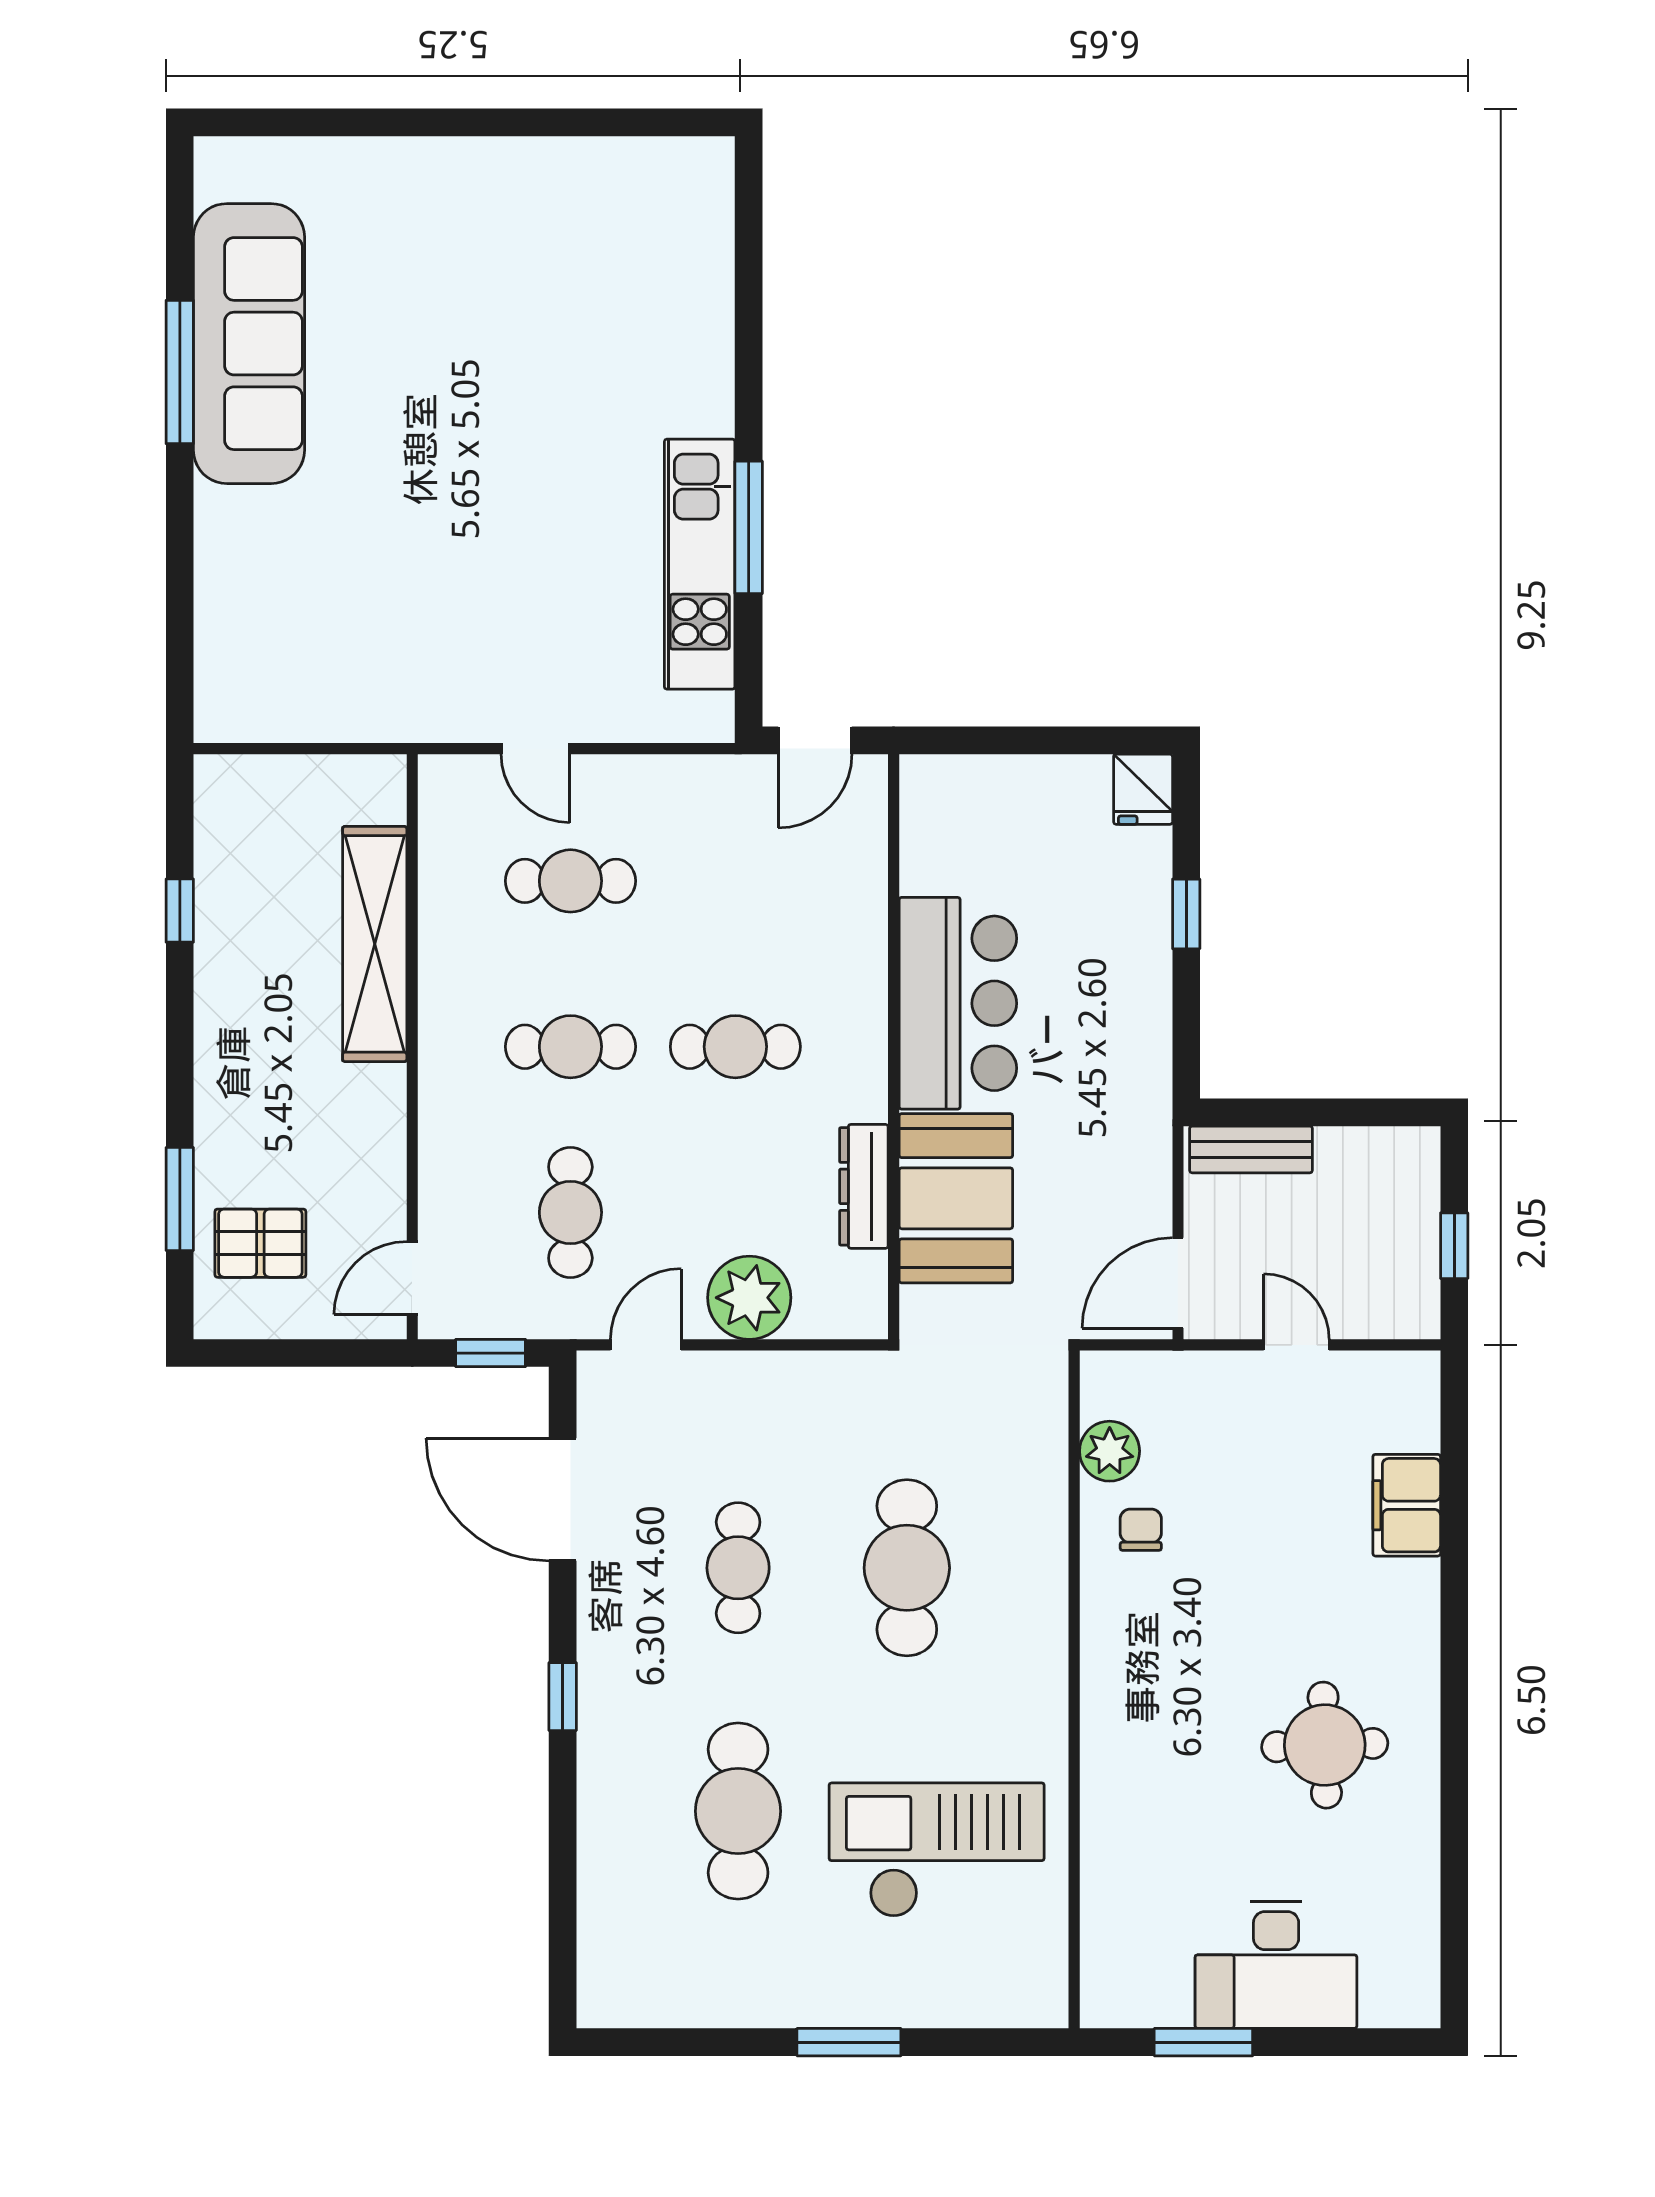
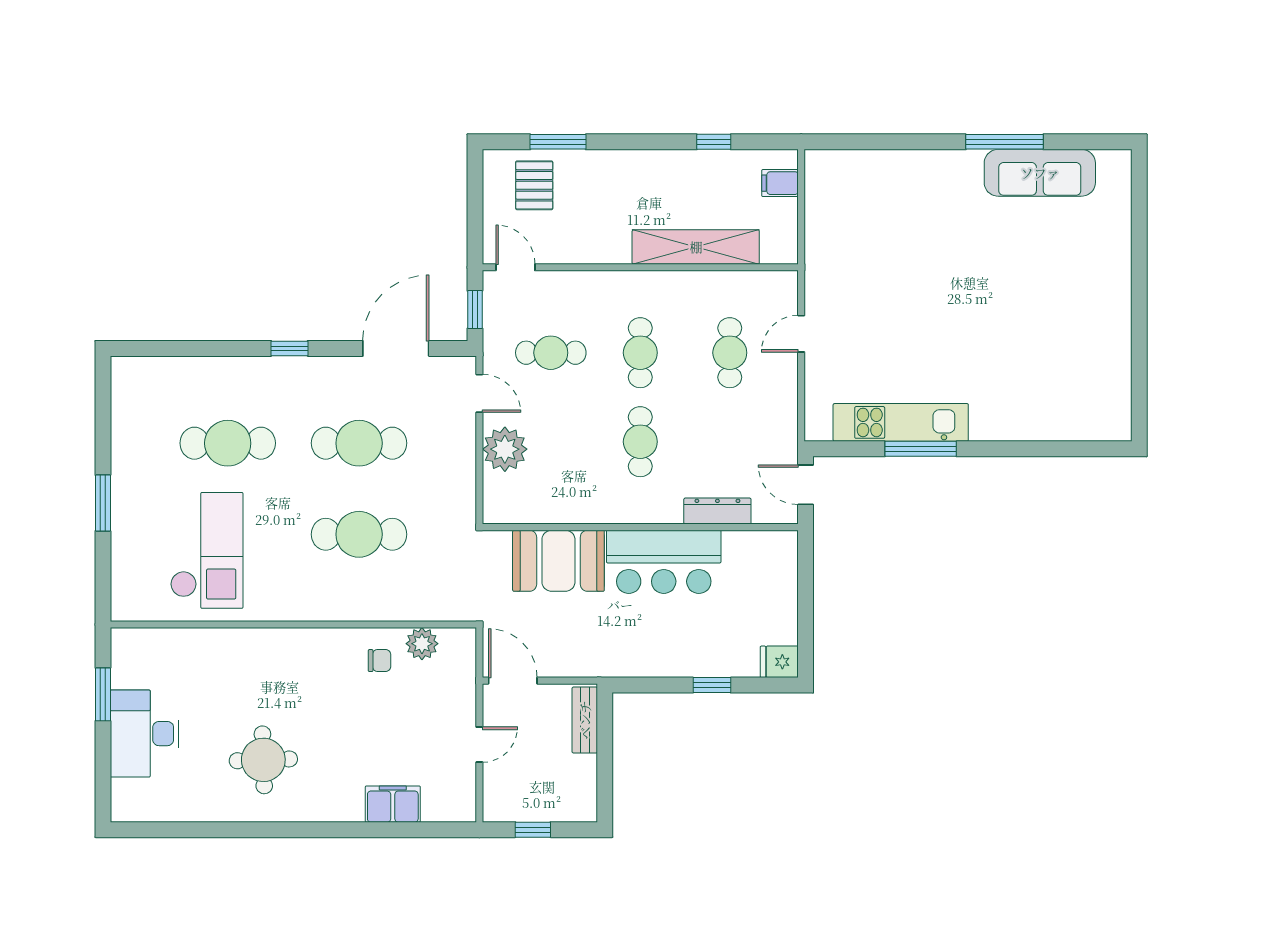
sofa: (249, 344) -> (1040, 173), width x0.74, depth x0.79
filing cabinet: (256, 788) -> (780, 183), added
dresser: (864, 1186) -> (717, 511), moved
cafe table: (738, 1568) -> (359, 443), width x1.37, depth x1.35

